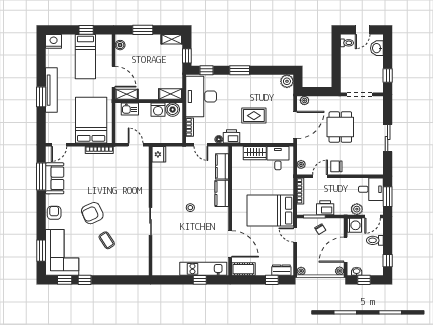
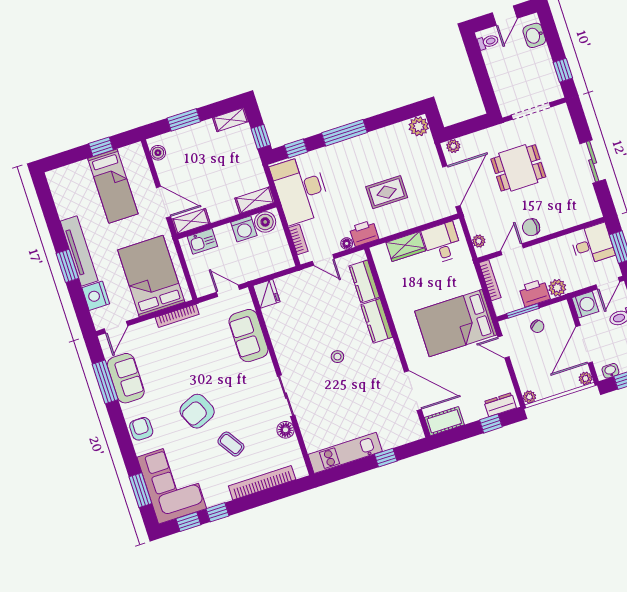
nightstand: (54, 41) -> (96, 296), moved, turned -90
window: (240, 70) -> (344, 133), width x1.44
dining table: (340, 127) -> (518, 168), turned 90
sofa: (139, 177) -> (248, 336), added
plant: (357, 209) -> (557, 288), moved
floor lamp: (143, 242) -> (286, 430), added
kitchen unit: (203, 269) -> (345, 453), moved
bookcase: (118, 271) -> (262, 483), added

